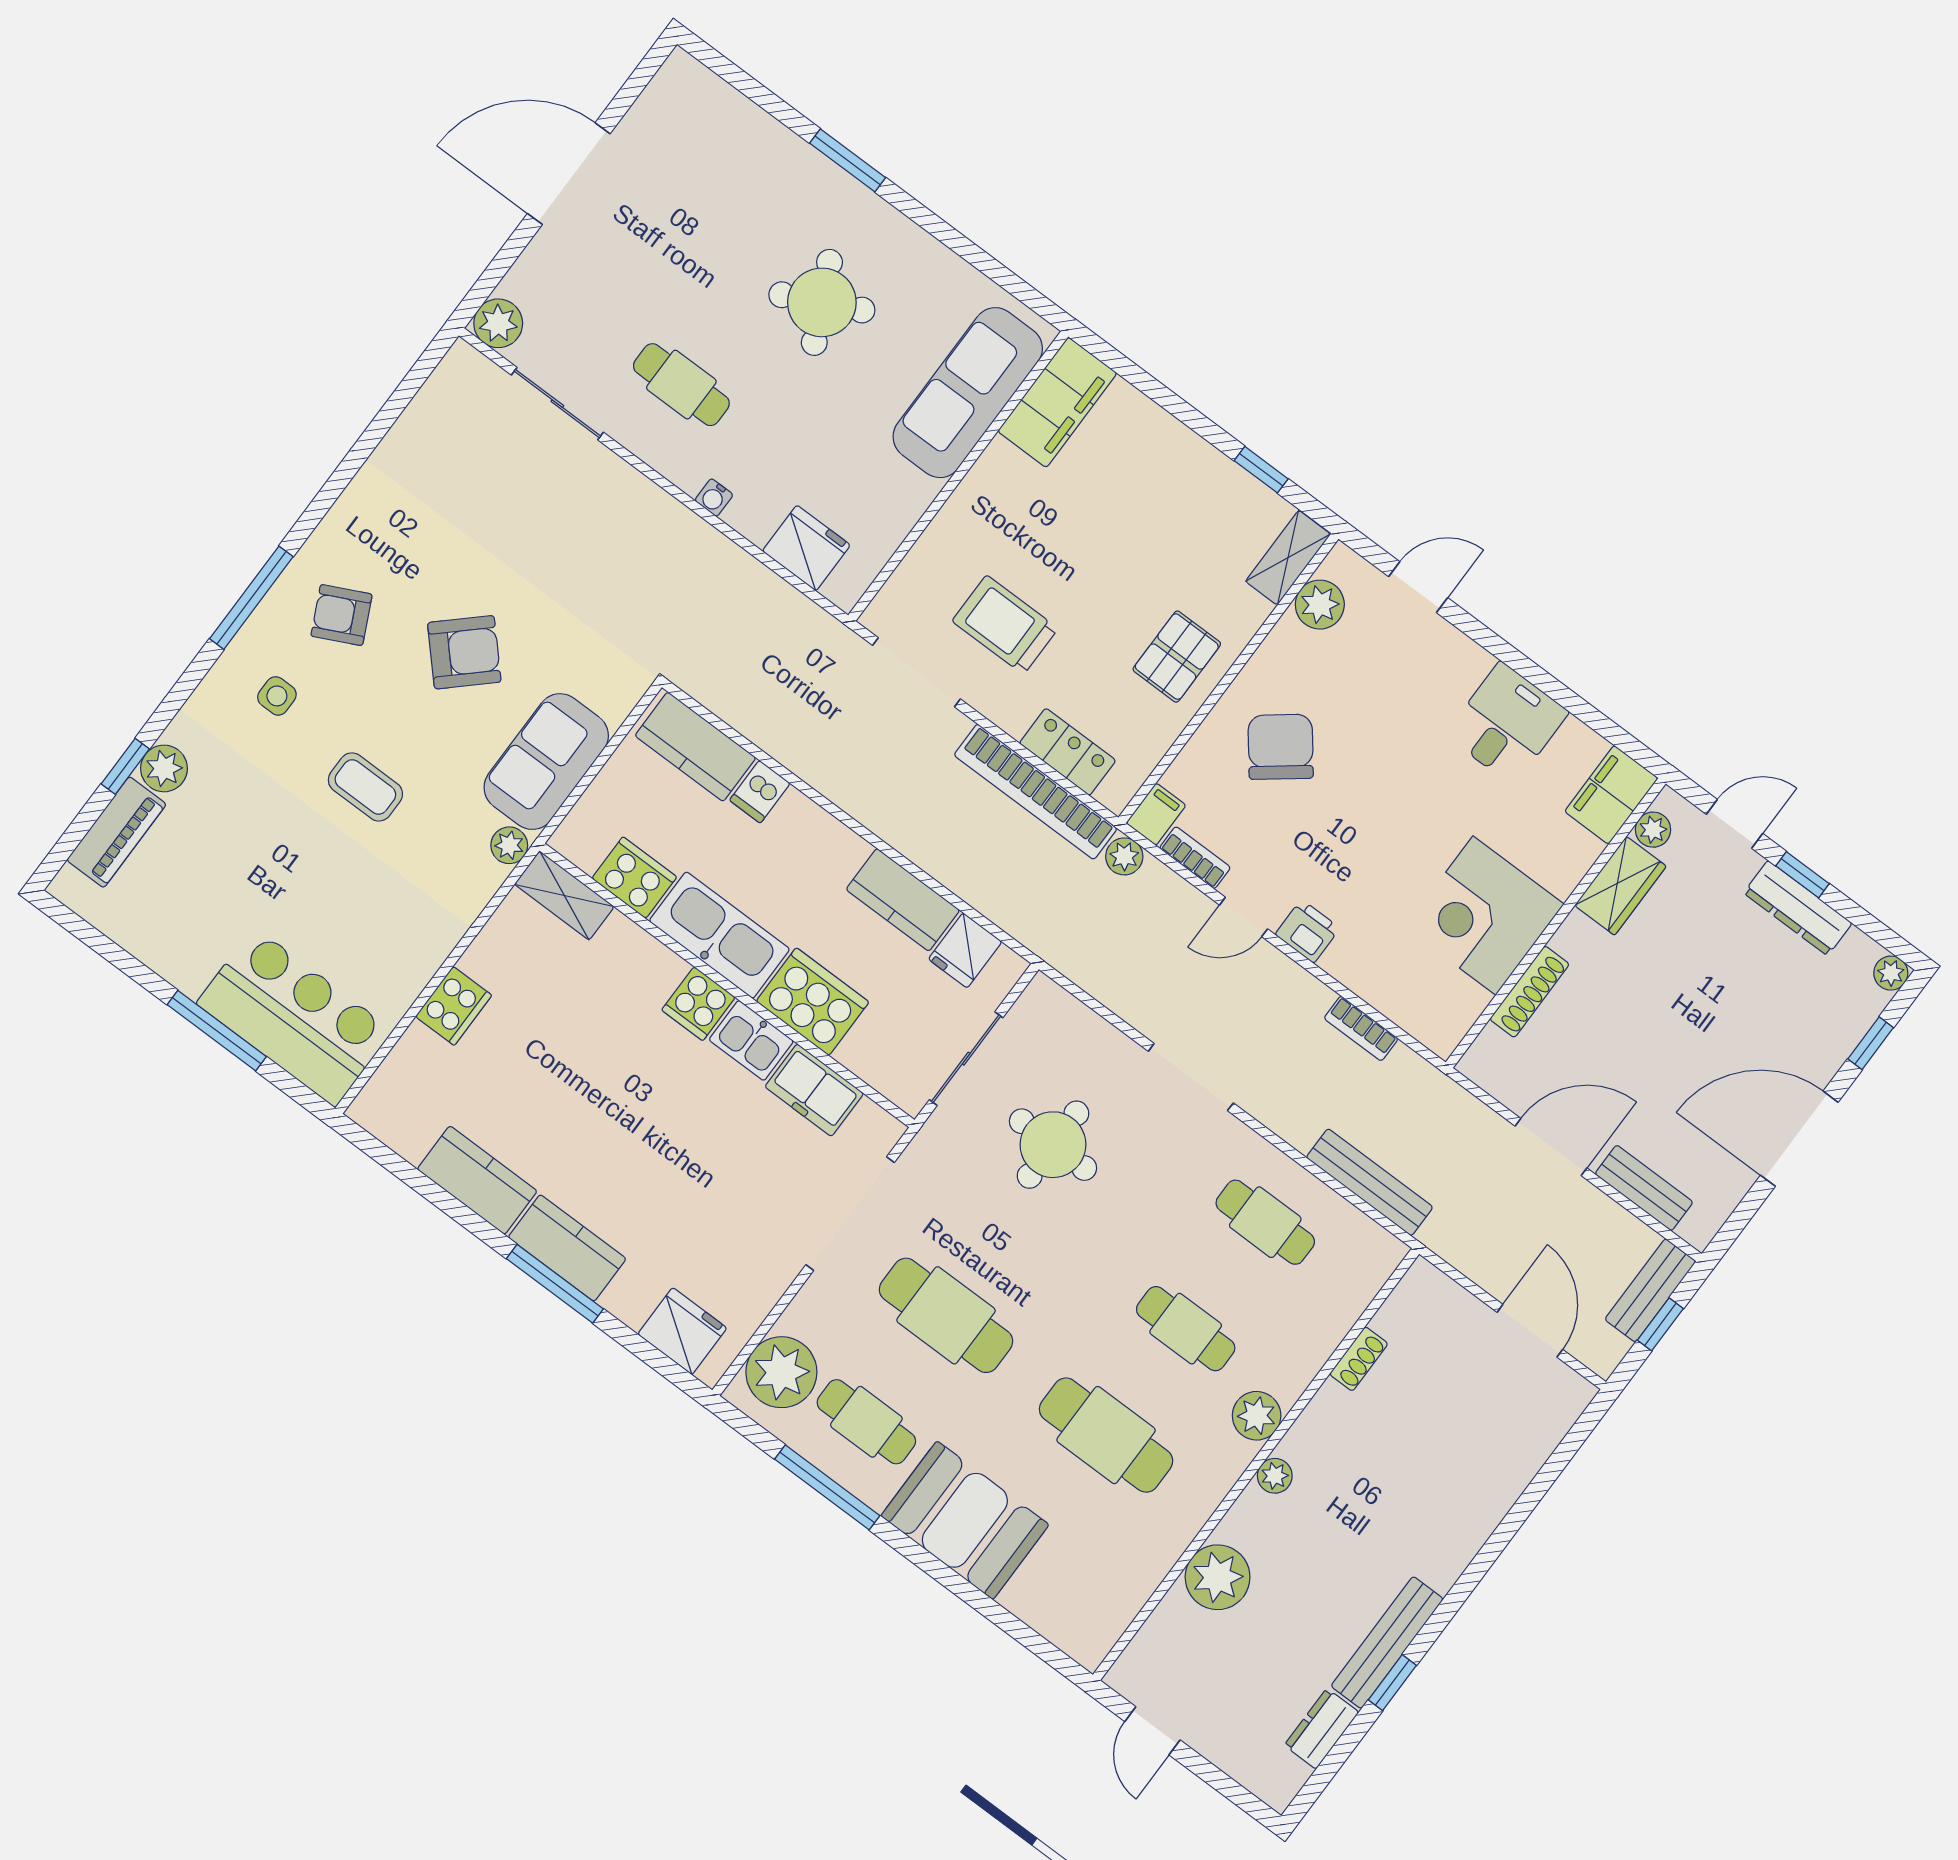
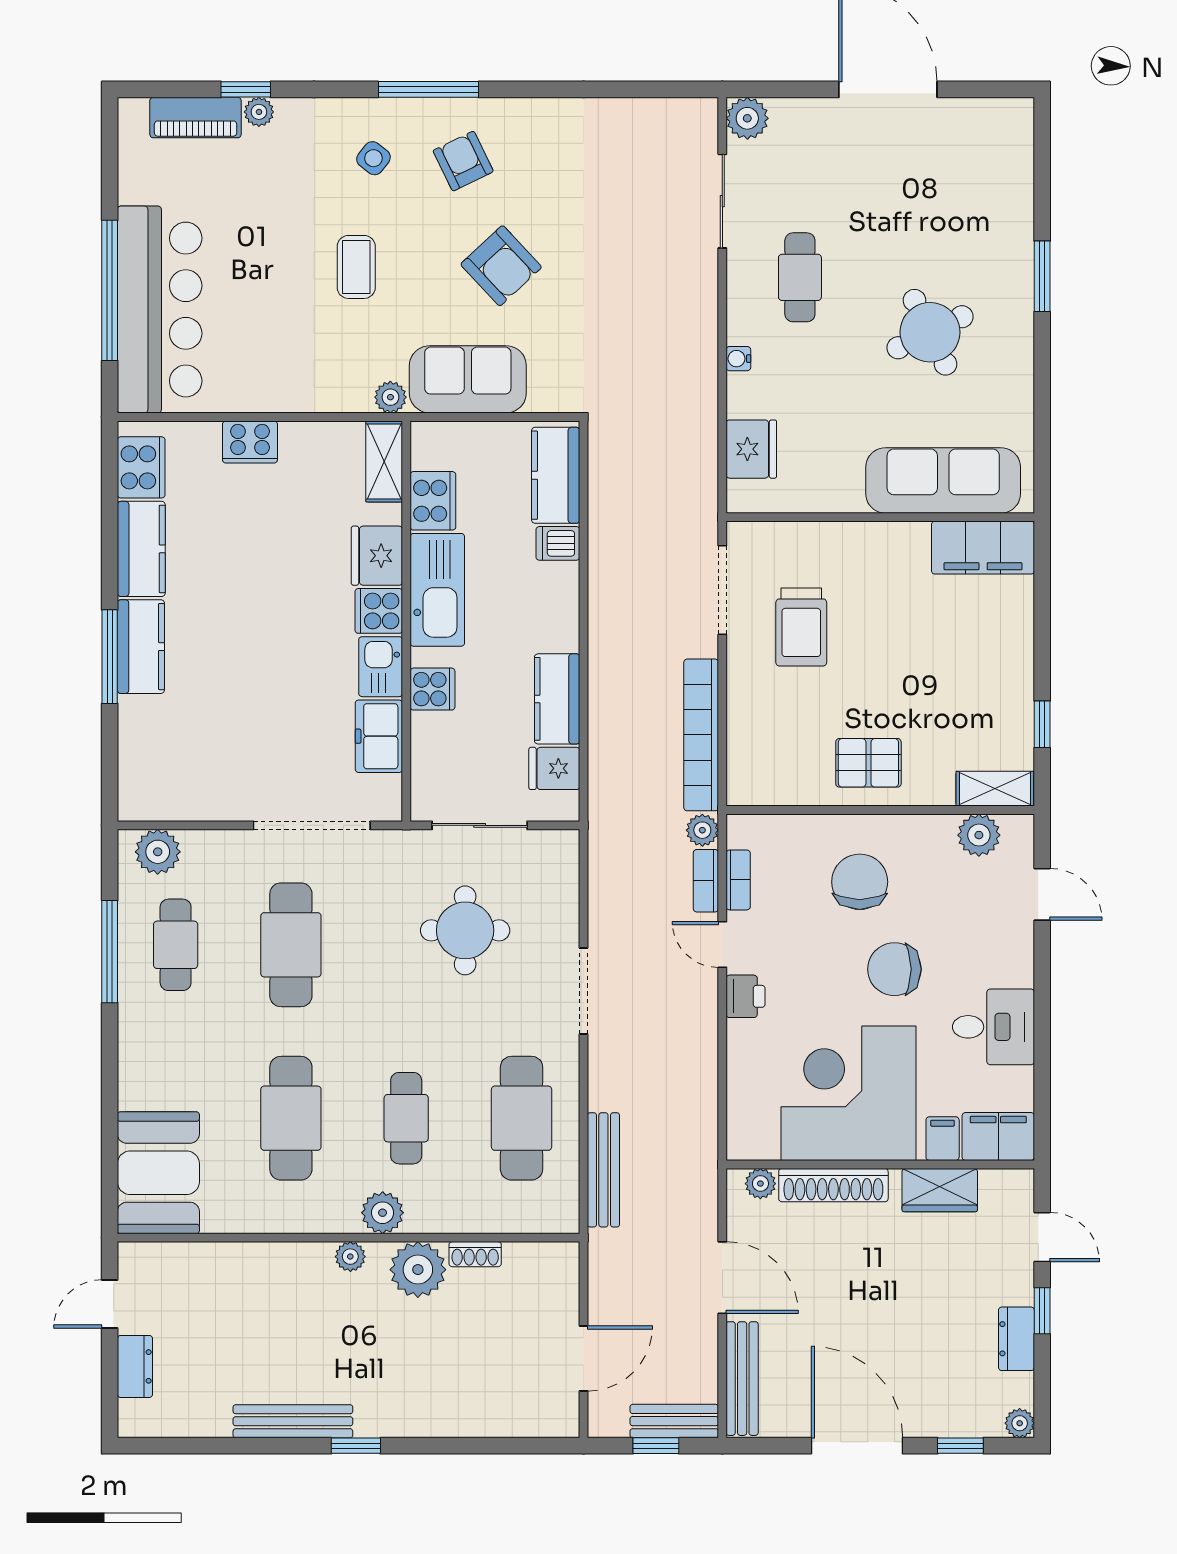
trolley: (1005, 625) -> (801, 627), turned 180
side table: (277, 696) -> (373, 158), turned 38
chair: (1281, 747) -> (860, 882), turned -52
locker: (1068, 752) -> (745, 736), removed
plant: (164, 768) -> (259, 112), width x0.73, depth x0.73
chair: (1385, 775) -> (894, 969), added
filing cabinet: (1156, 814) -> (943, 1139), moved, turned -90
plant: (1653, 830) -> (760, 1184), moved
dresser: (1798, 908) -> (1016, 1339), width x0.70
corner desk: (1484, 916) -> (848, 1093), width x1.36, depth x1.36
shoe rack: (1529, 992) -> (833, 1185), width x1.36, depth x1.24
cooker: (813, 1002) -> (433, 689), width x0.53, depth x0.76
bar counter: (294, 1017) -> (160, 310), width x1.36
bookcase: (1361, 1028) -> (706, 881), moved
window: (217, 1031) -> (110, 290), width x1.46
cooker: (402, 1124) -> (141, 467), added
bench: (1644, 1188) -> (742, 1379), width x1.36
cafe table: (1265, 1222) -> (522, 1118), width x1.37, depth x1.35
fridge: (682, 1331) -> (377, 556), moved, turned 180
plant: (781, 1372) -> (158, 852), width x0.73, depth x0.73
booth: (965, 1520) -> (158, 1173), moved
plant: (1218, 1577) -> (418, 1270), moved
window: (1392, 1683) -> (356, 1446), moved
dresser: (1321, 1729) -> (135, 1366), moved, turned 90

